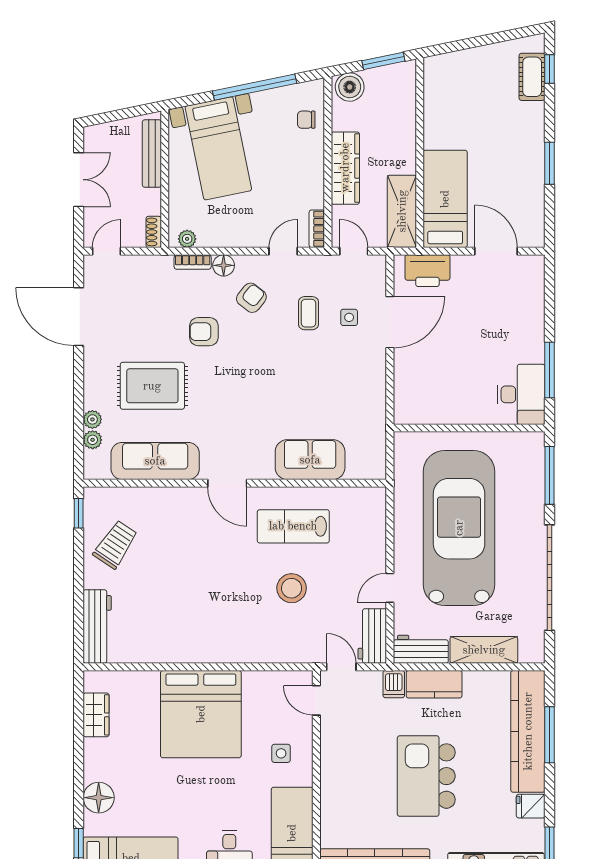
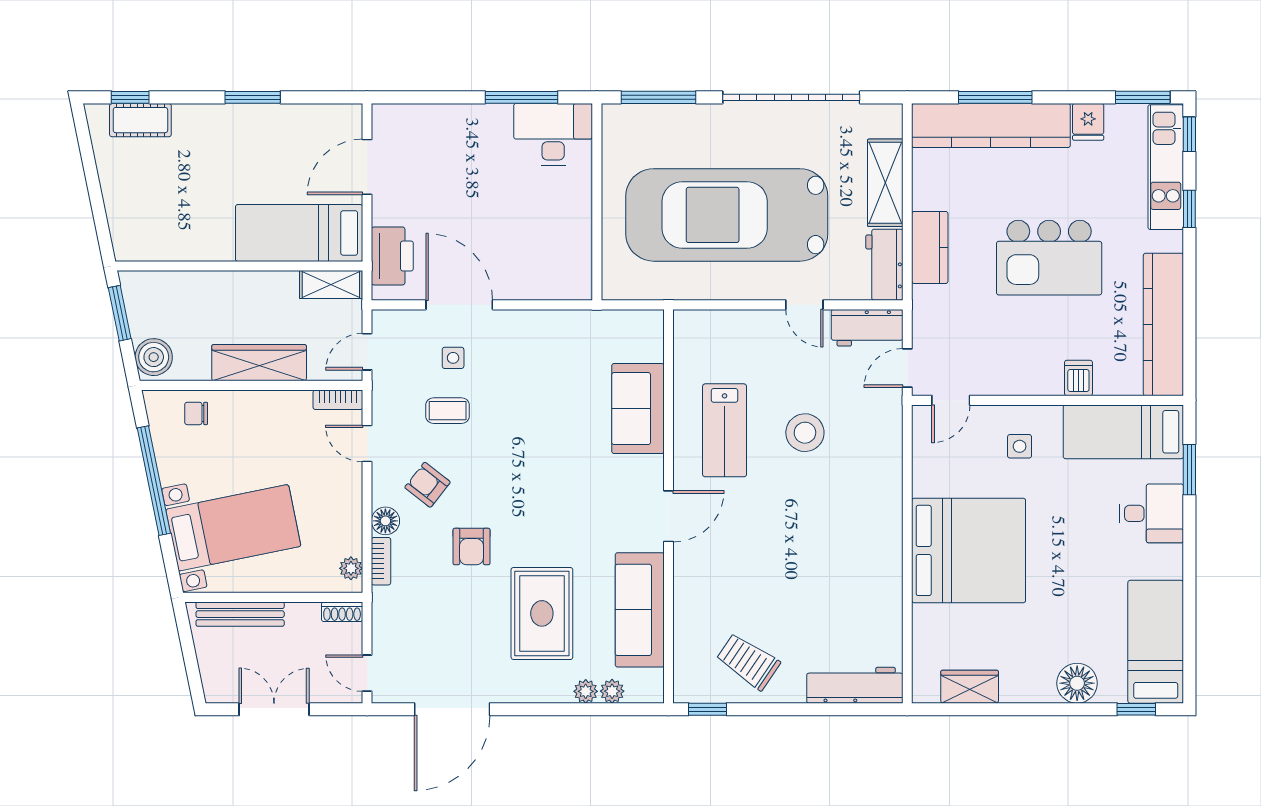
chair: (306, 120) -> (196, 413), turned 90
shelving: (402, 211) -> (331, 285), width x0.67, depth x0.75
dishwasher: (394, 684) -> (1078, 378), moved, turned -90

